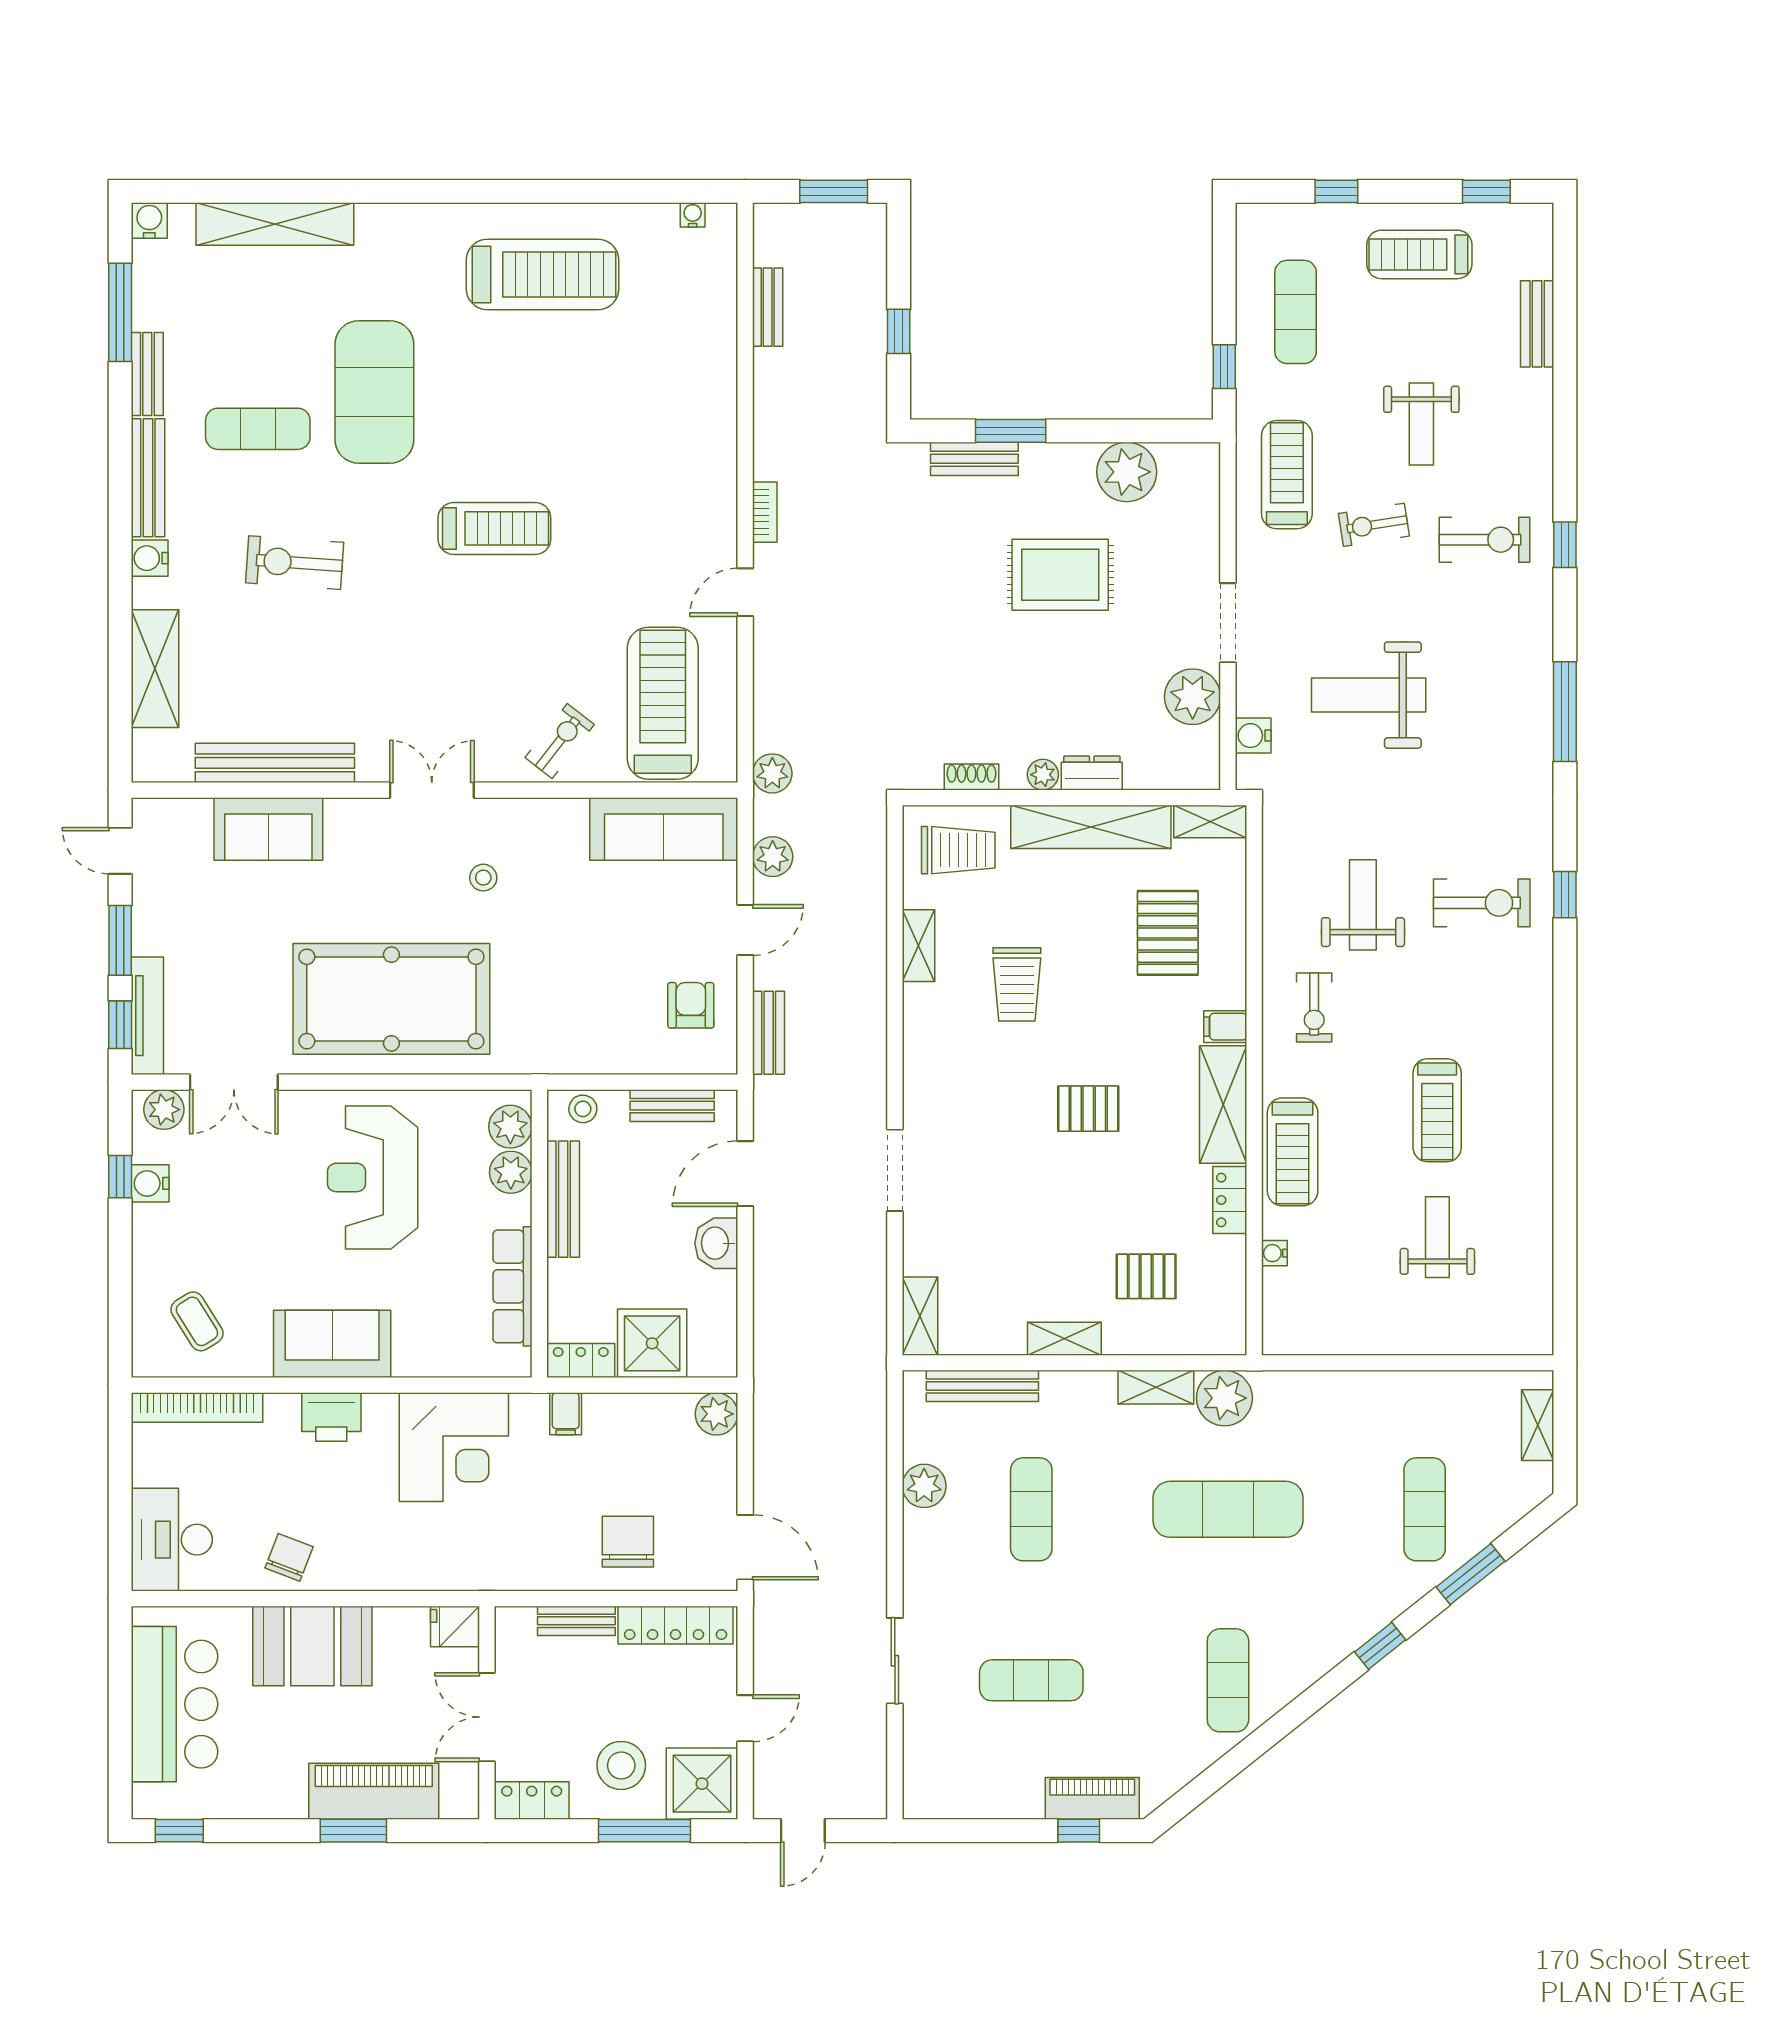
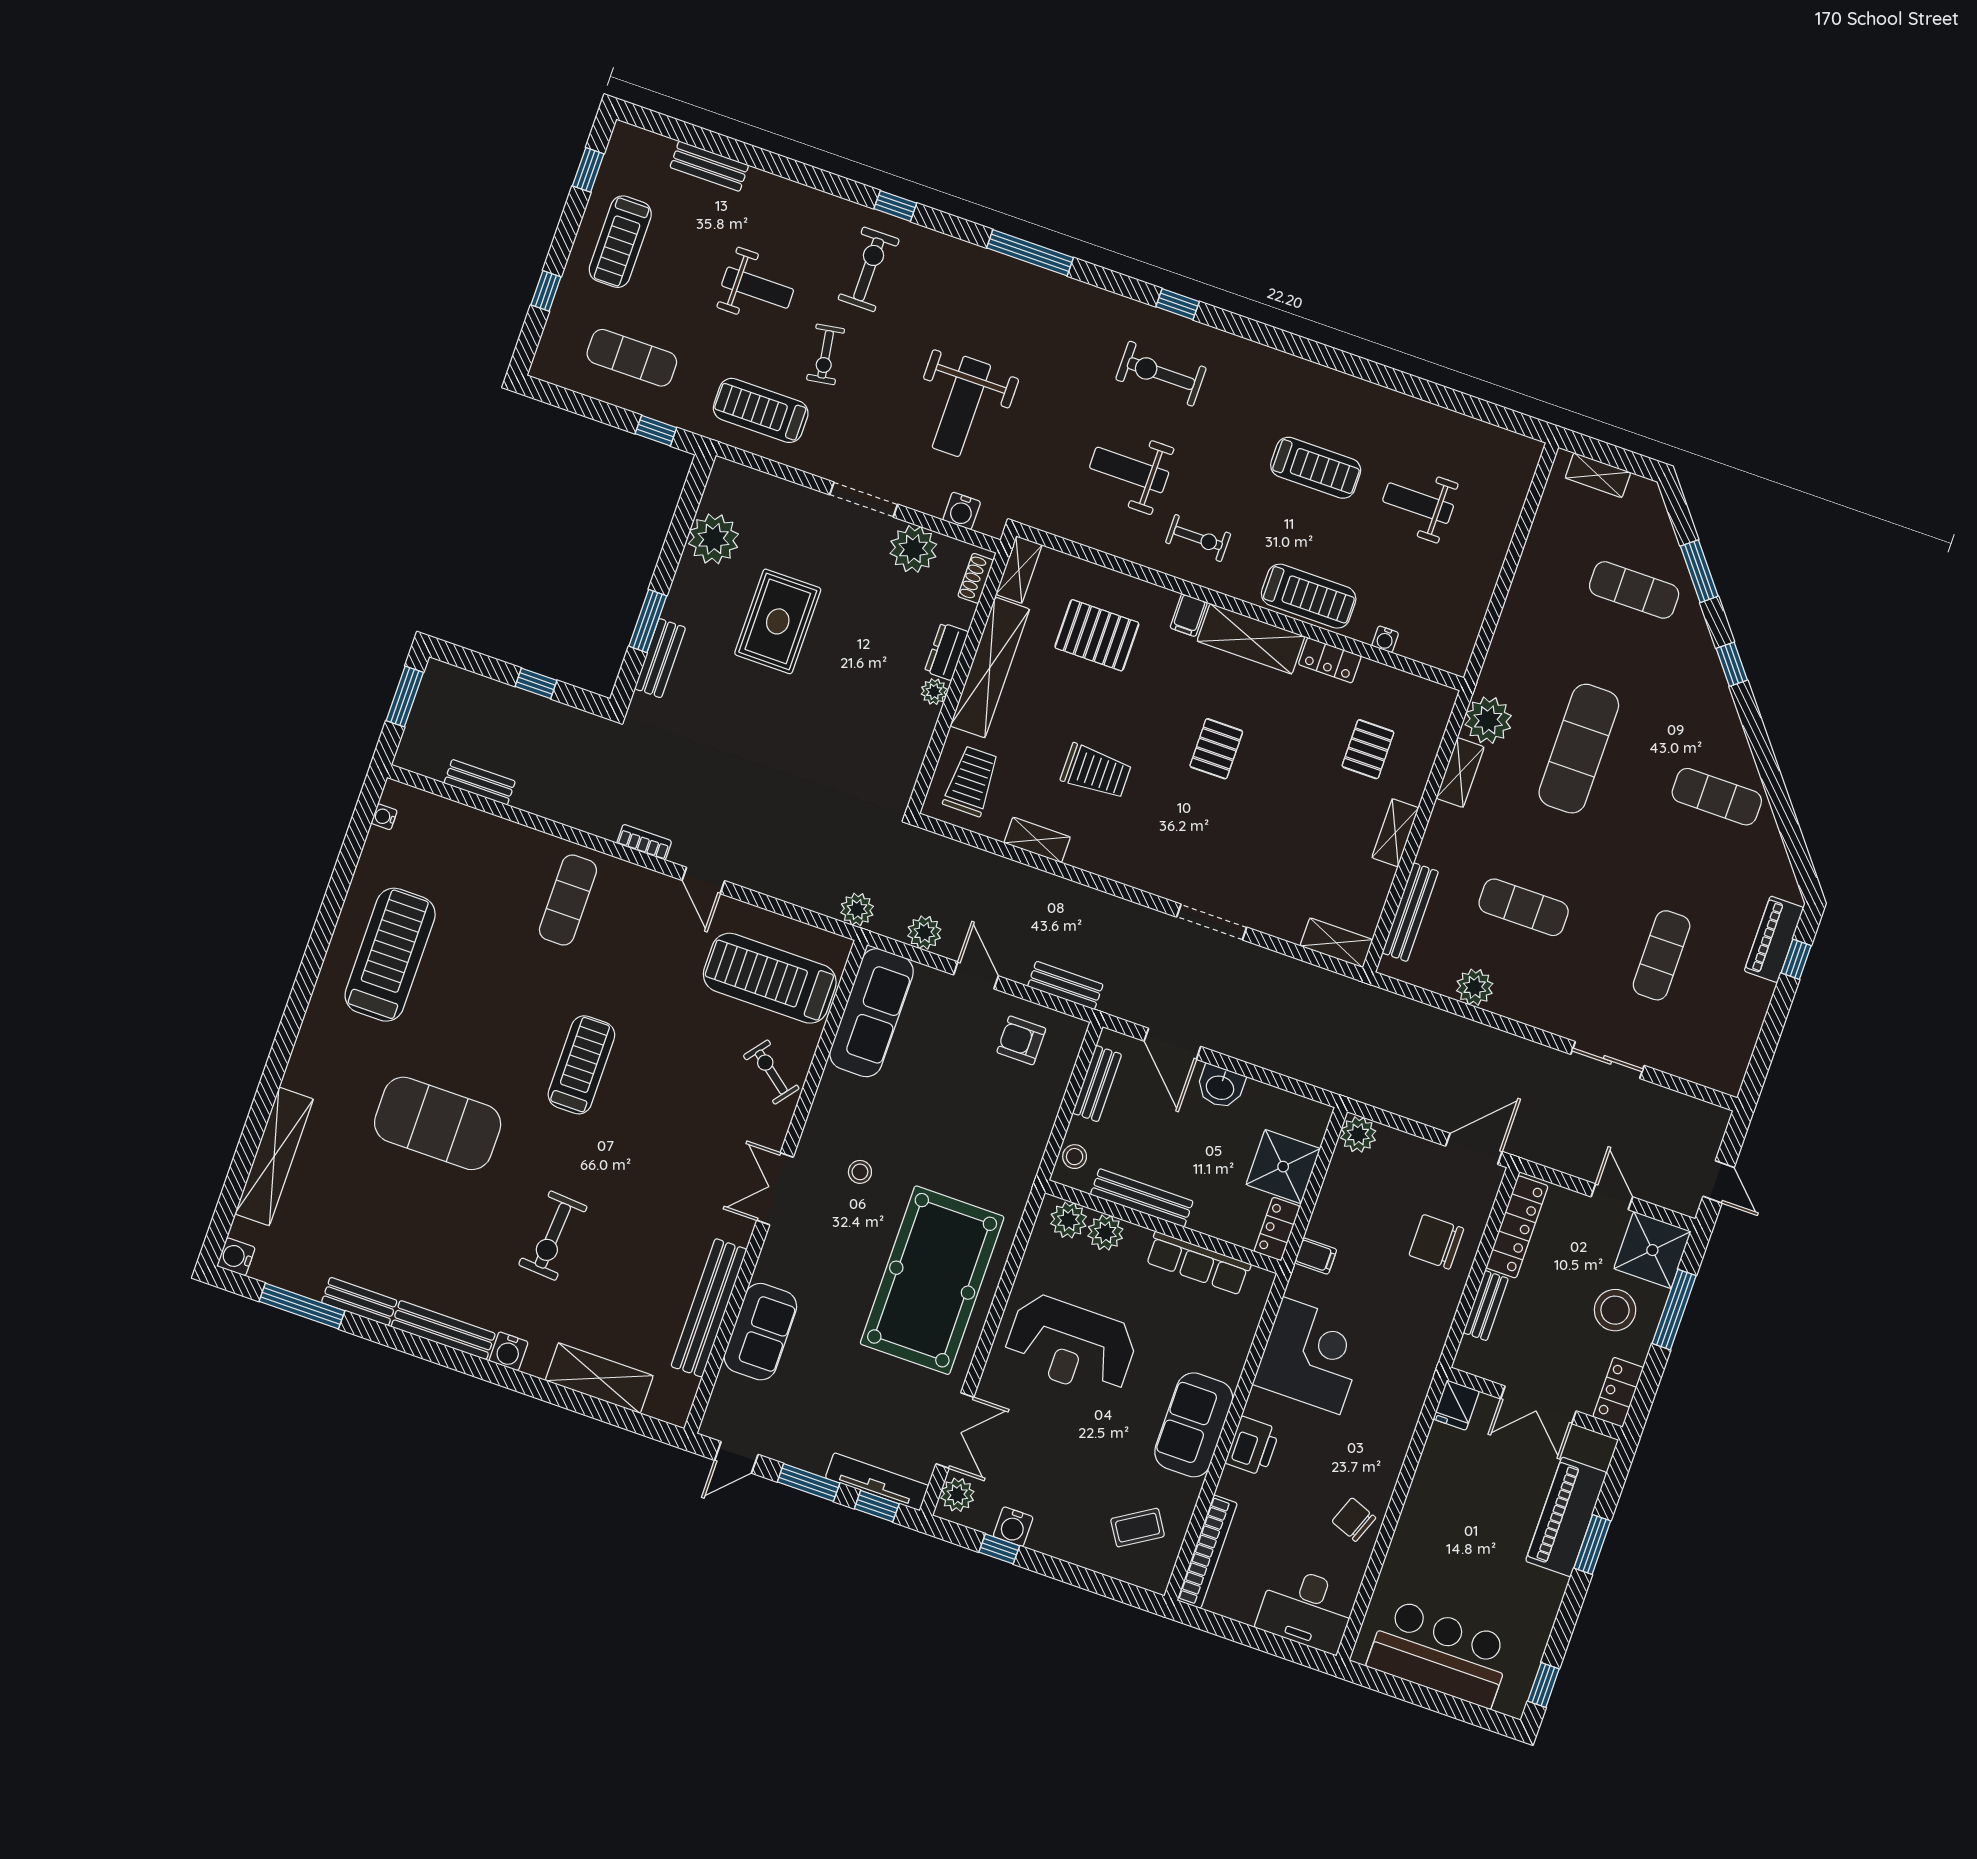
exercise mat: (258, 429) -> (568, 900), moved
shoe rack: (971, 777) -> (976, 578), moved
exercise bike: (1482, 903) -> (1161, 374), turned -90
booth: (312, 1646) -> (1432, 1526), removed

